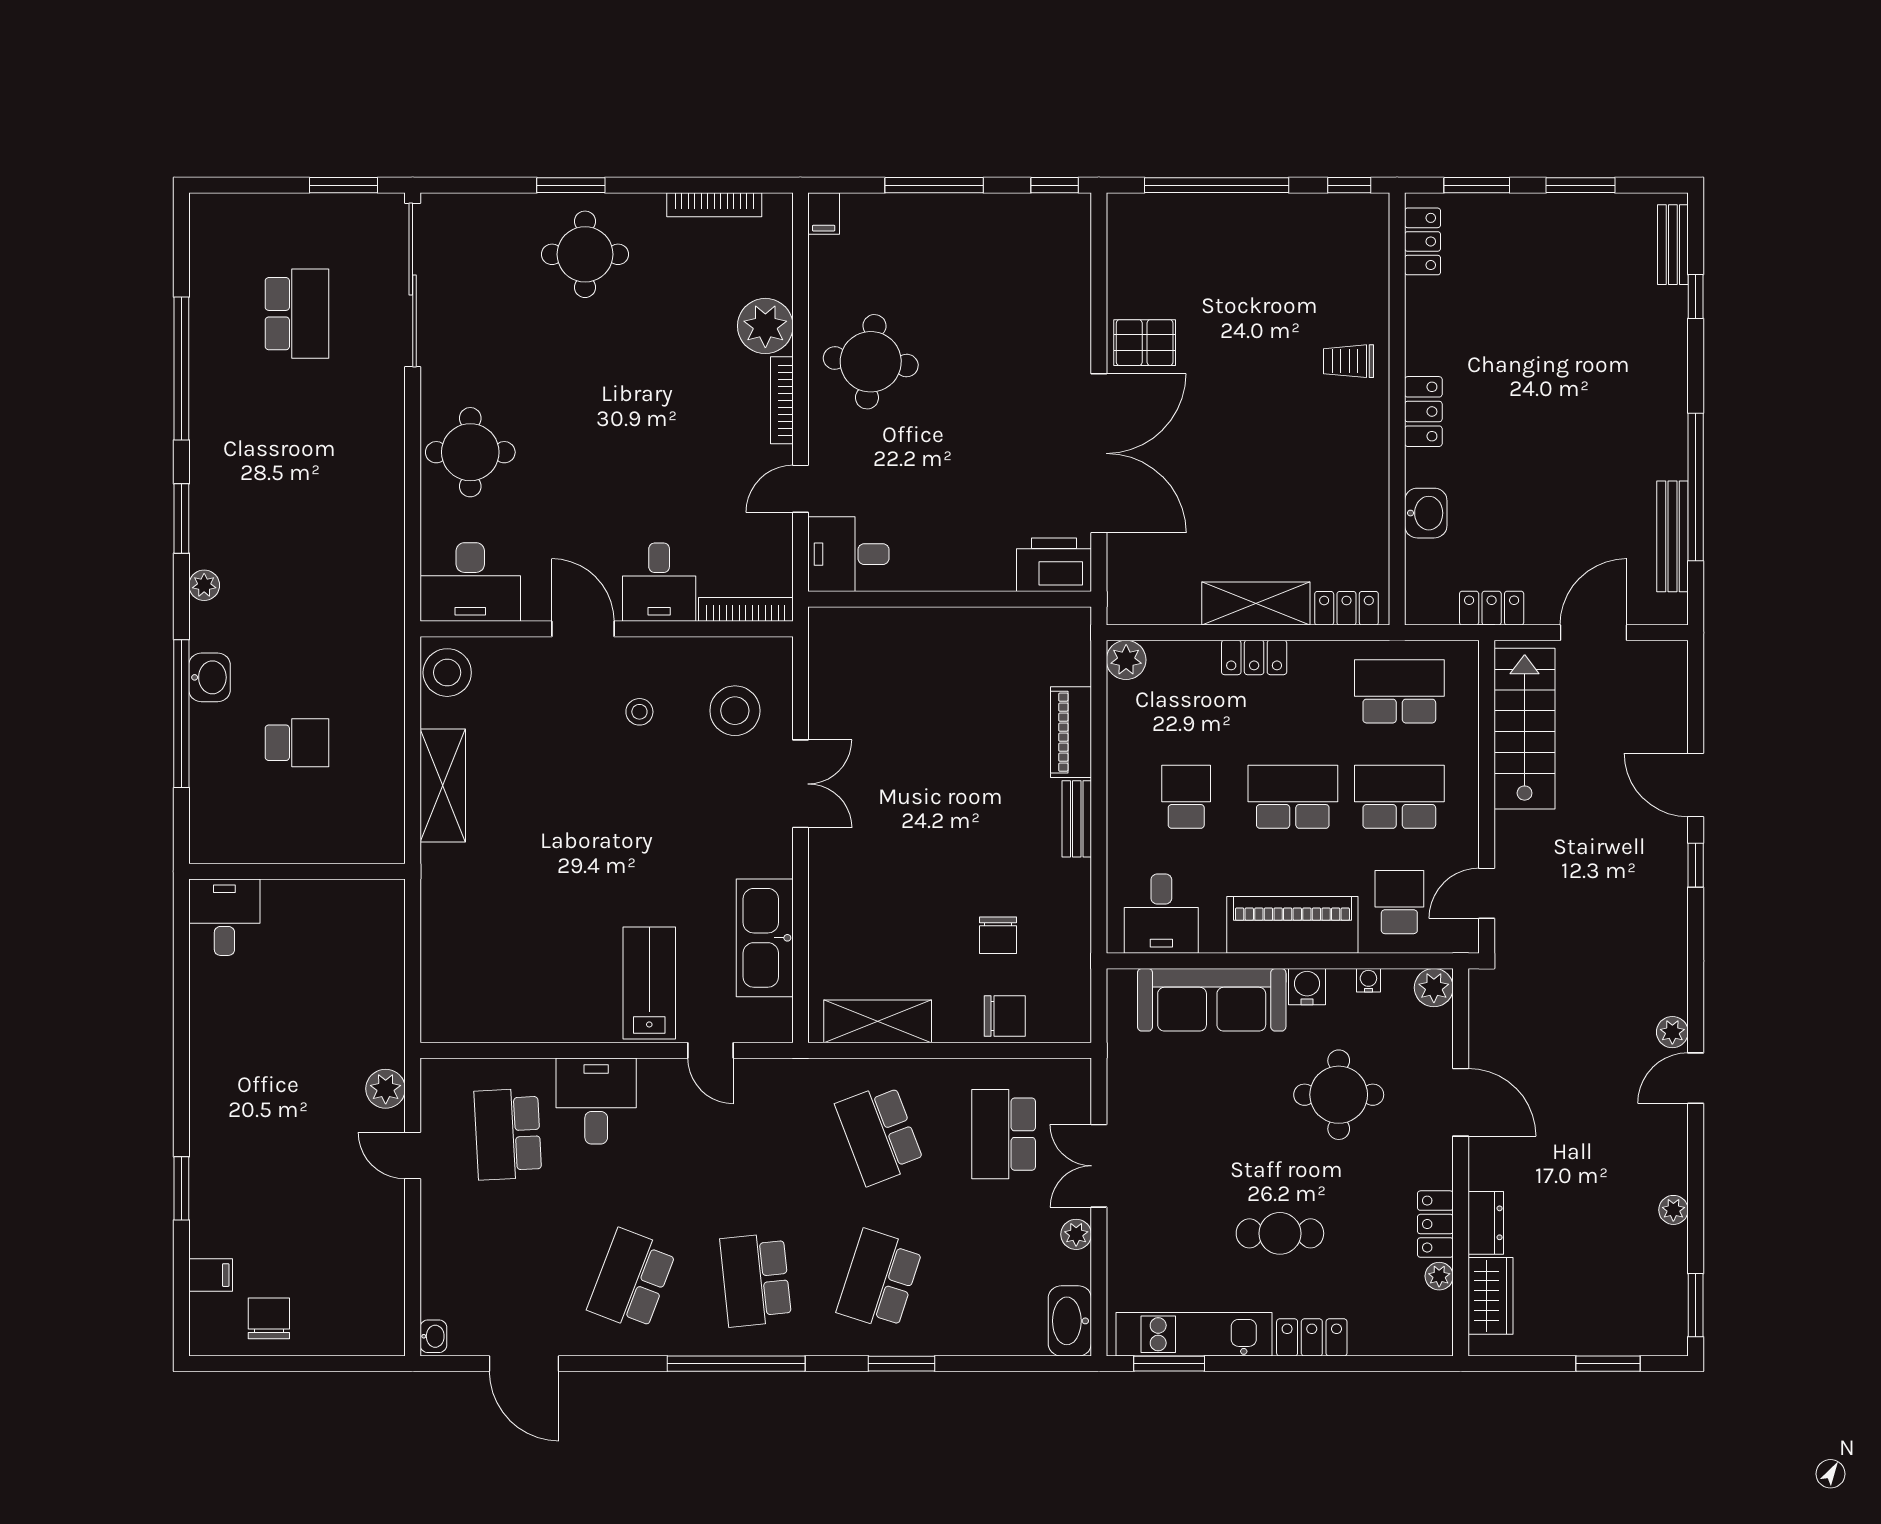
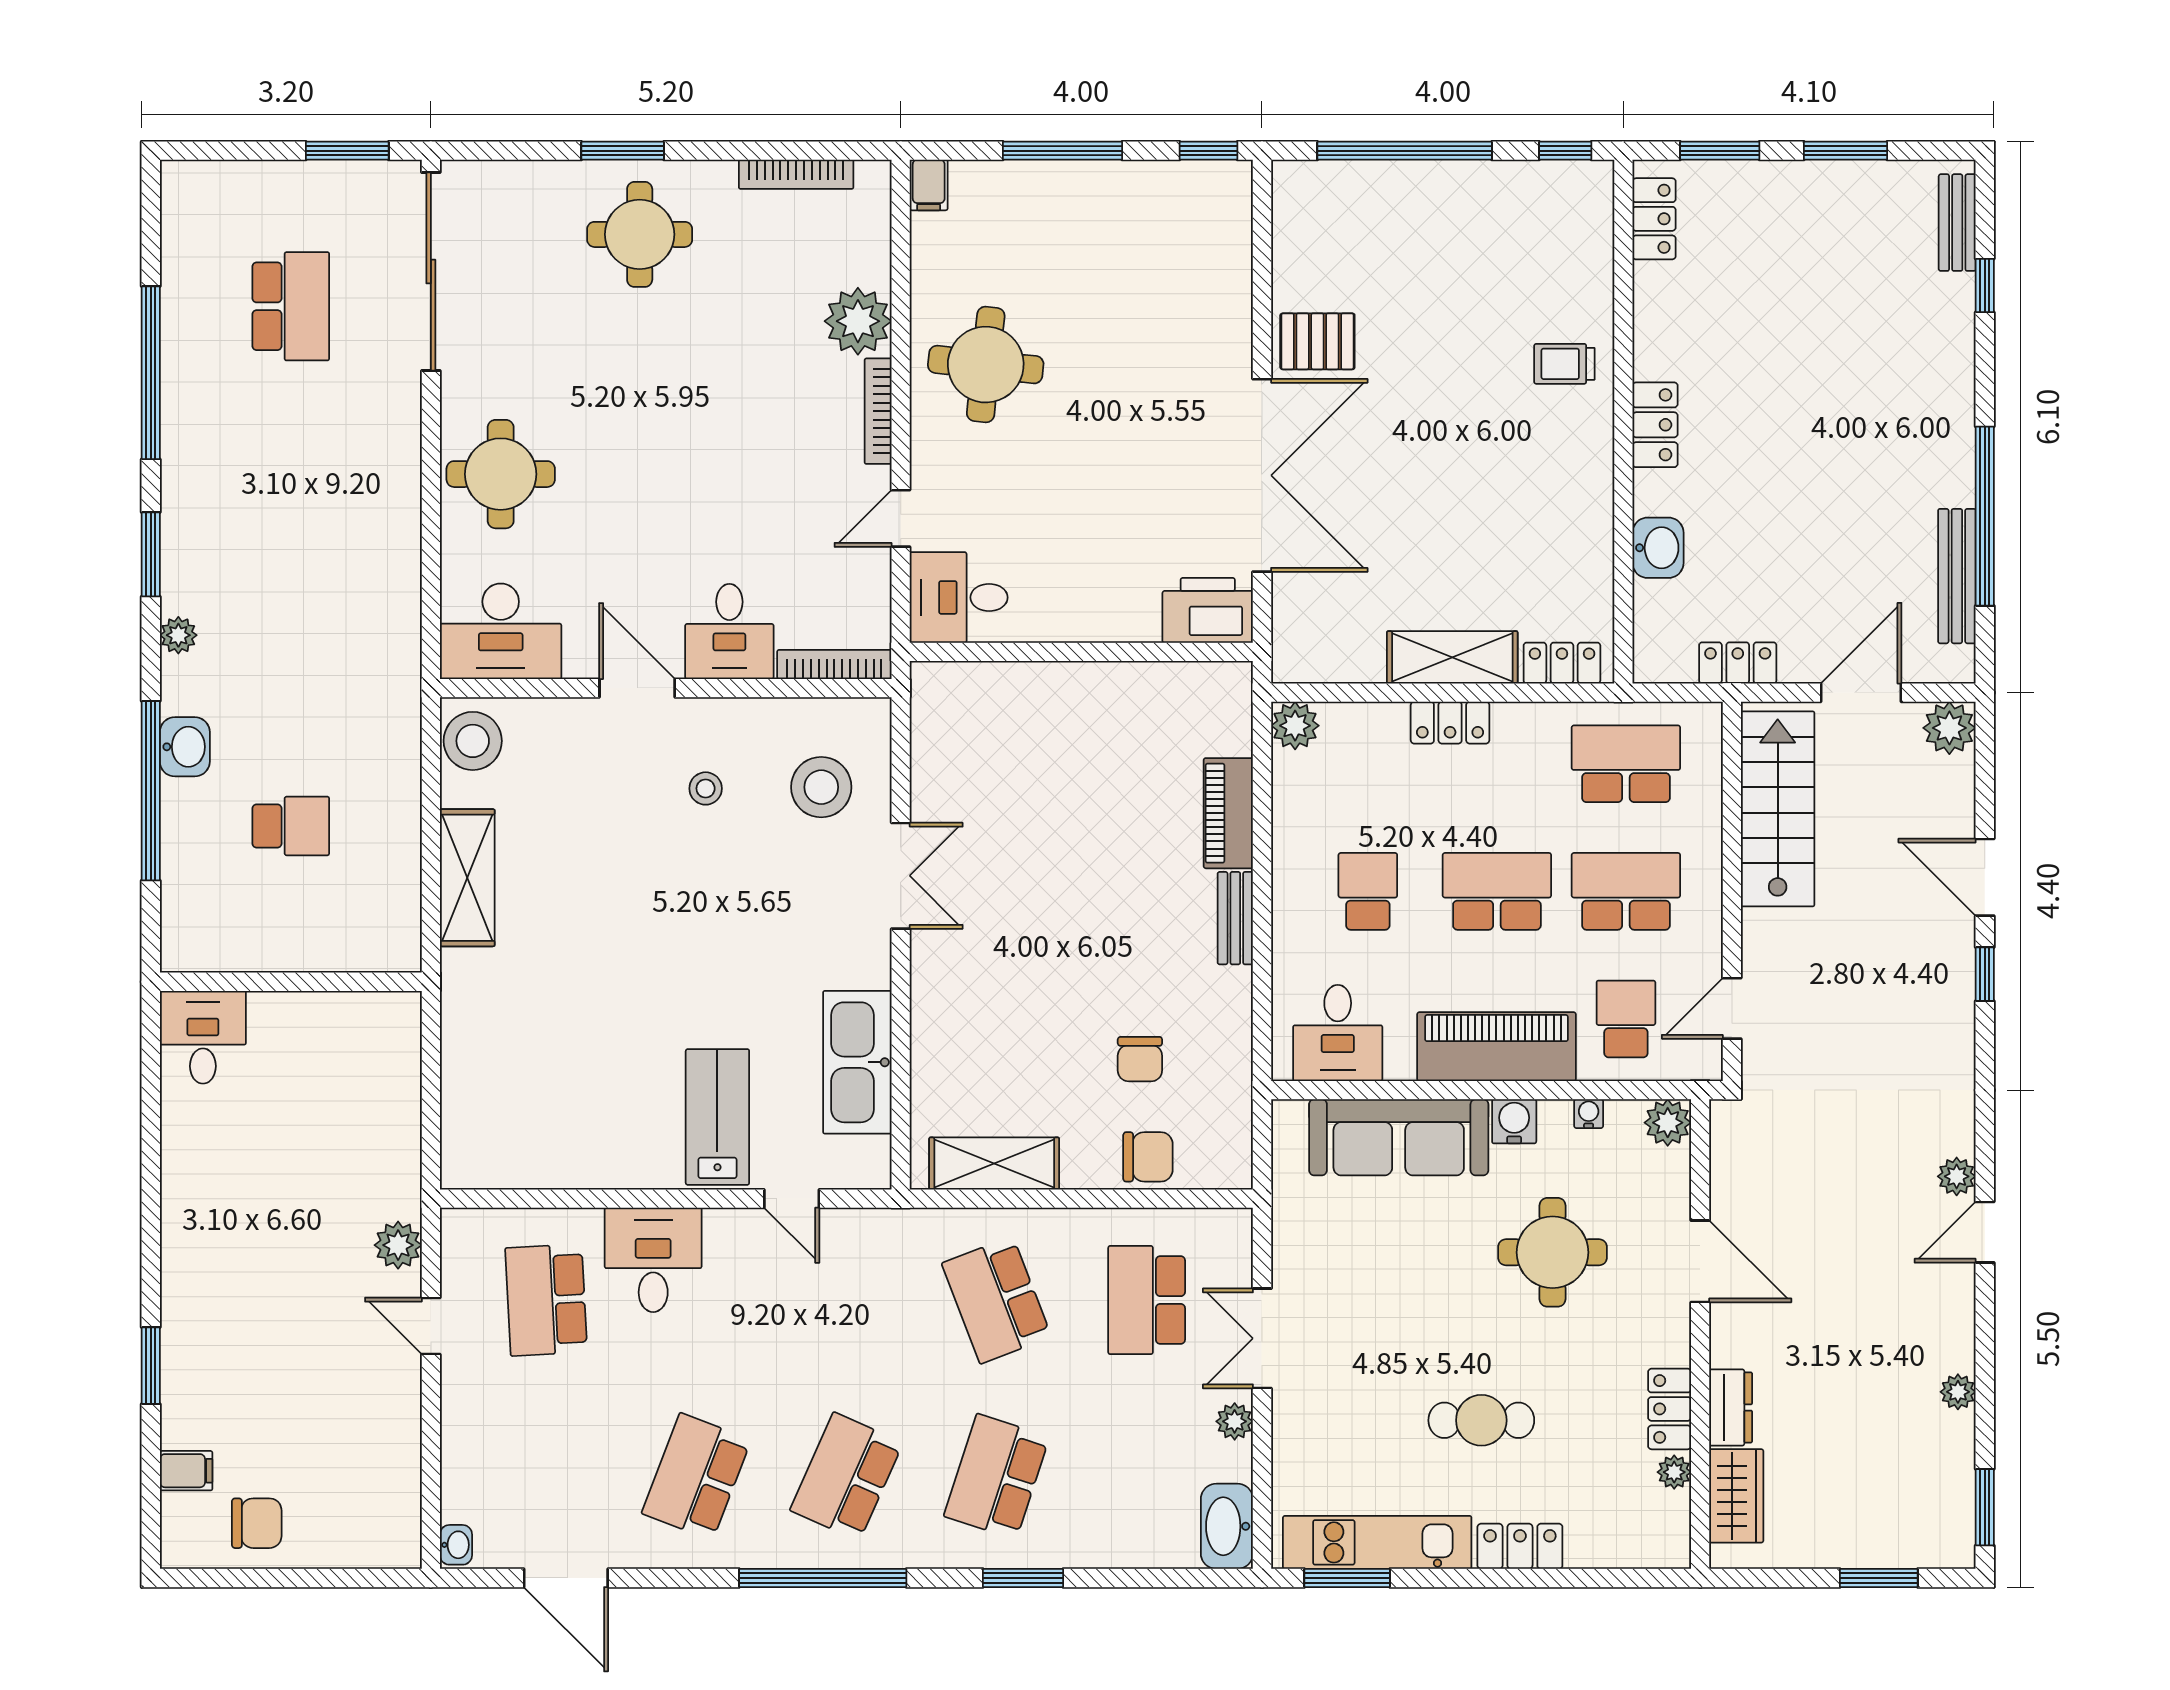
plant: (1666, 662) -> (1949, 728), added
school desk: (756, 1280) -> (846, 1476), turned 30
chair: (269, 1318) -> (257, 1523), turned 90

